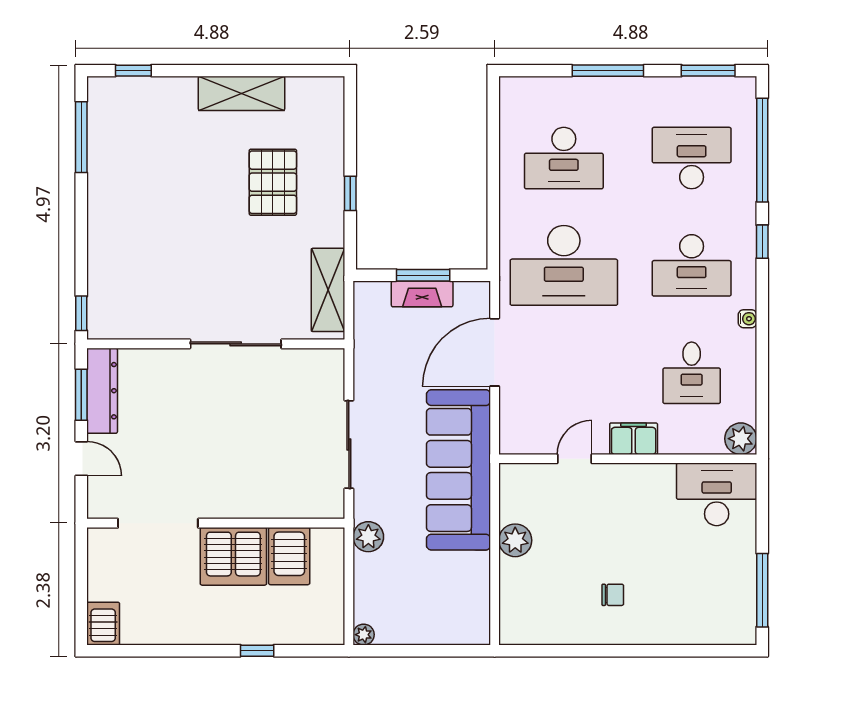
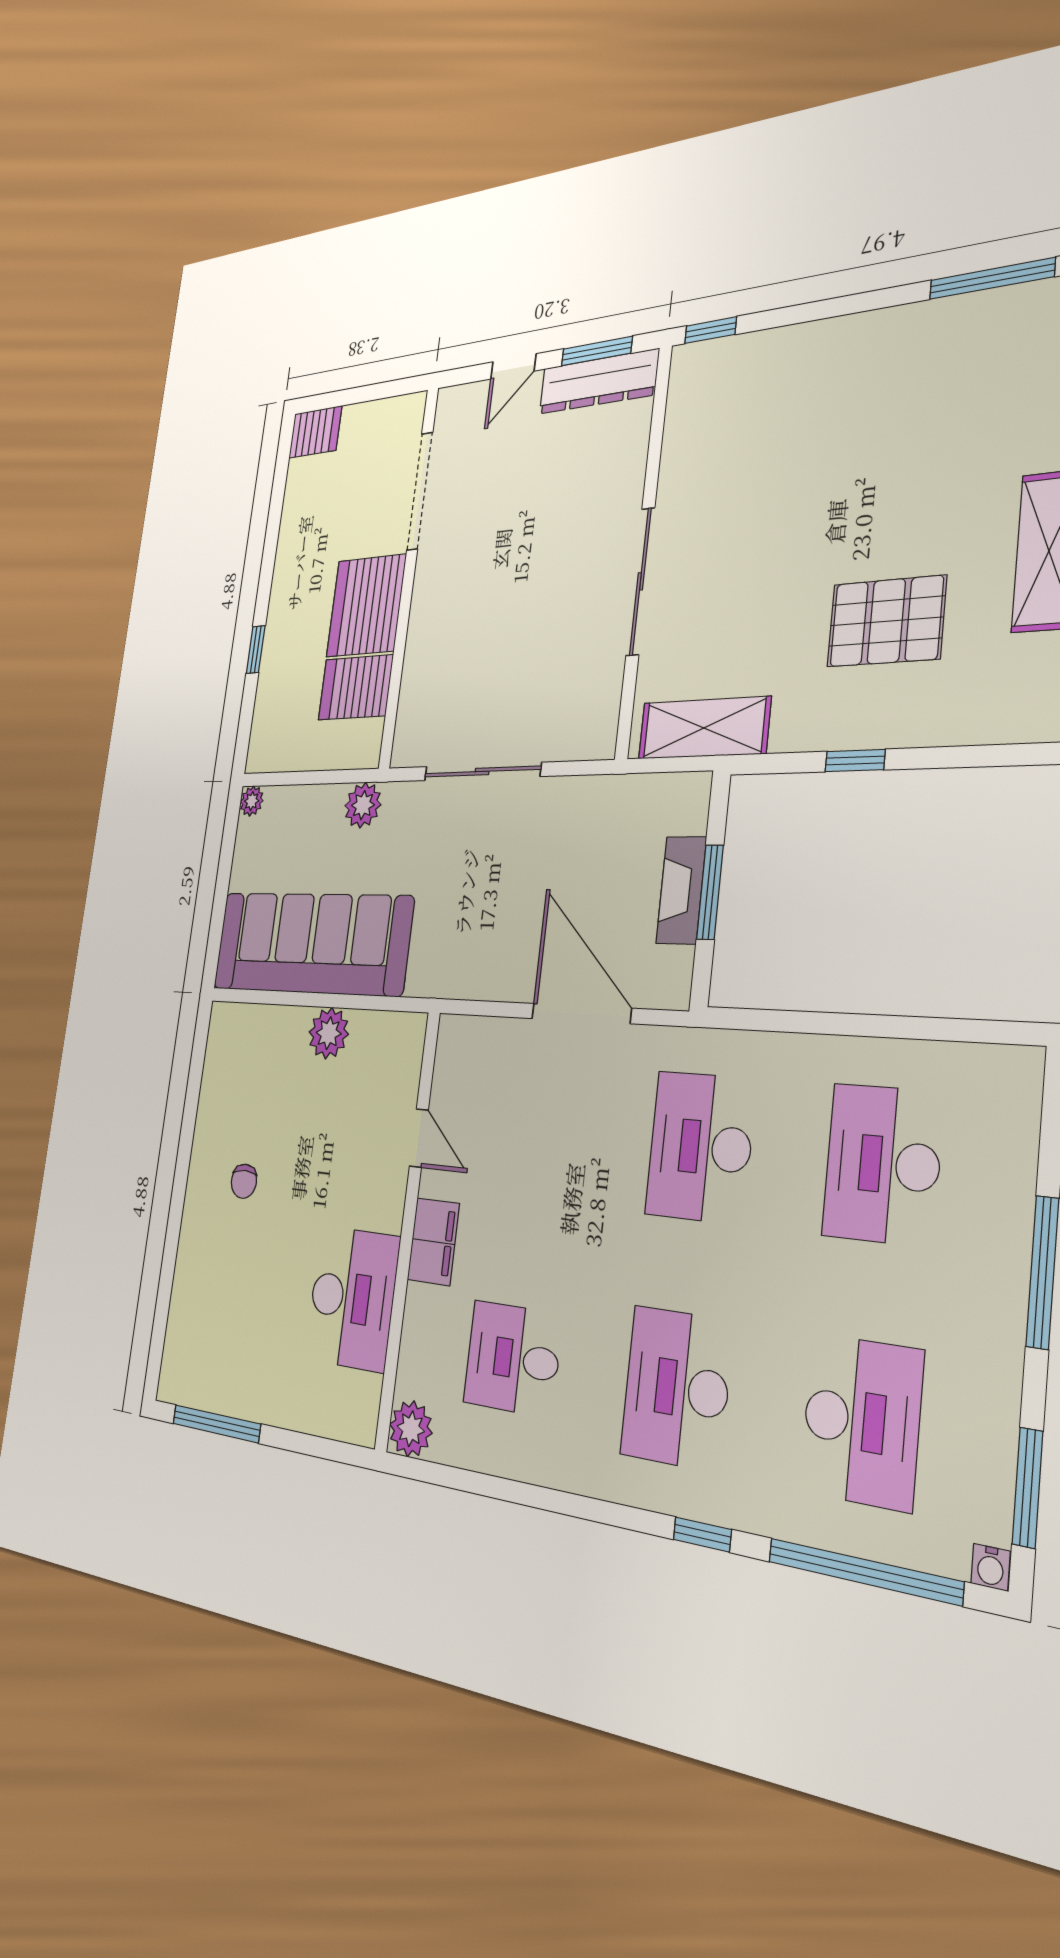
desk: (564, 265) -> (700, 1147), width x0.73, depth x0.77
water cooler: (748, 319) -> (990, 1567), moved
sofa: (459, 470) -> (311, 943), moved
desk: (717, 494) -> (352, 1298), moved

